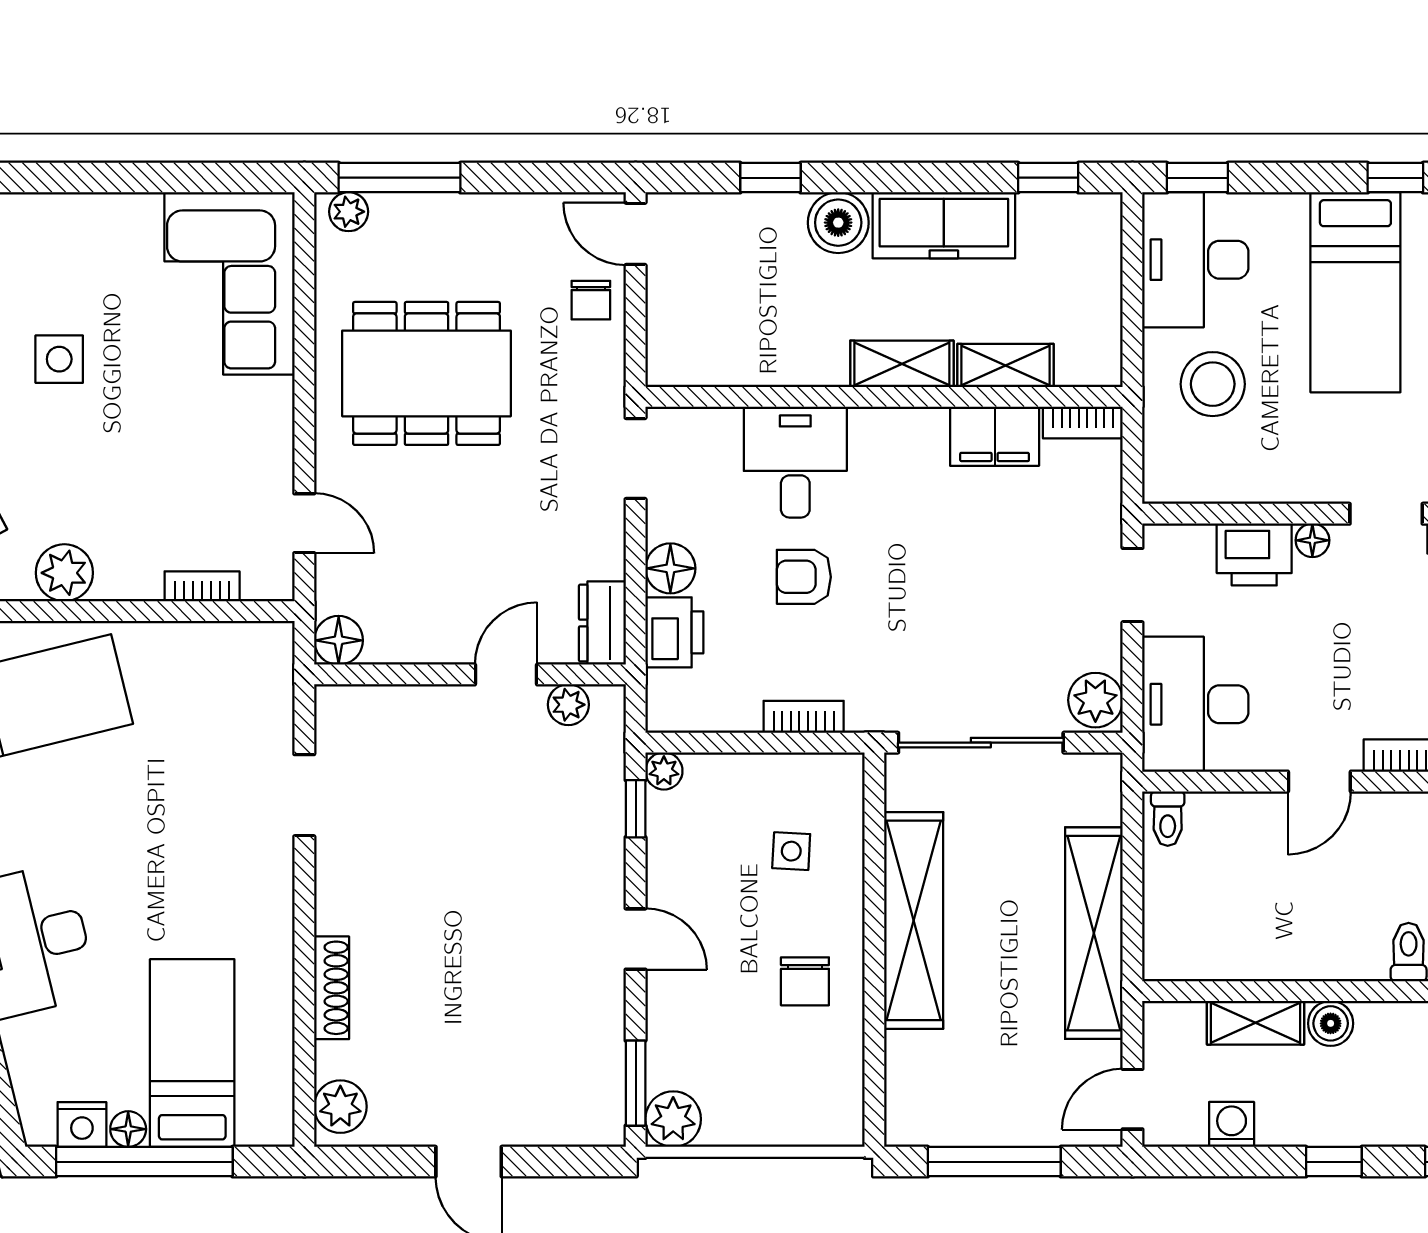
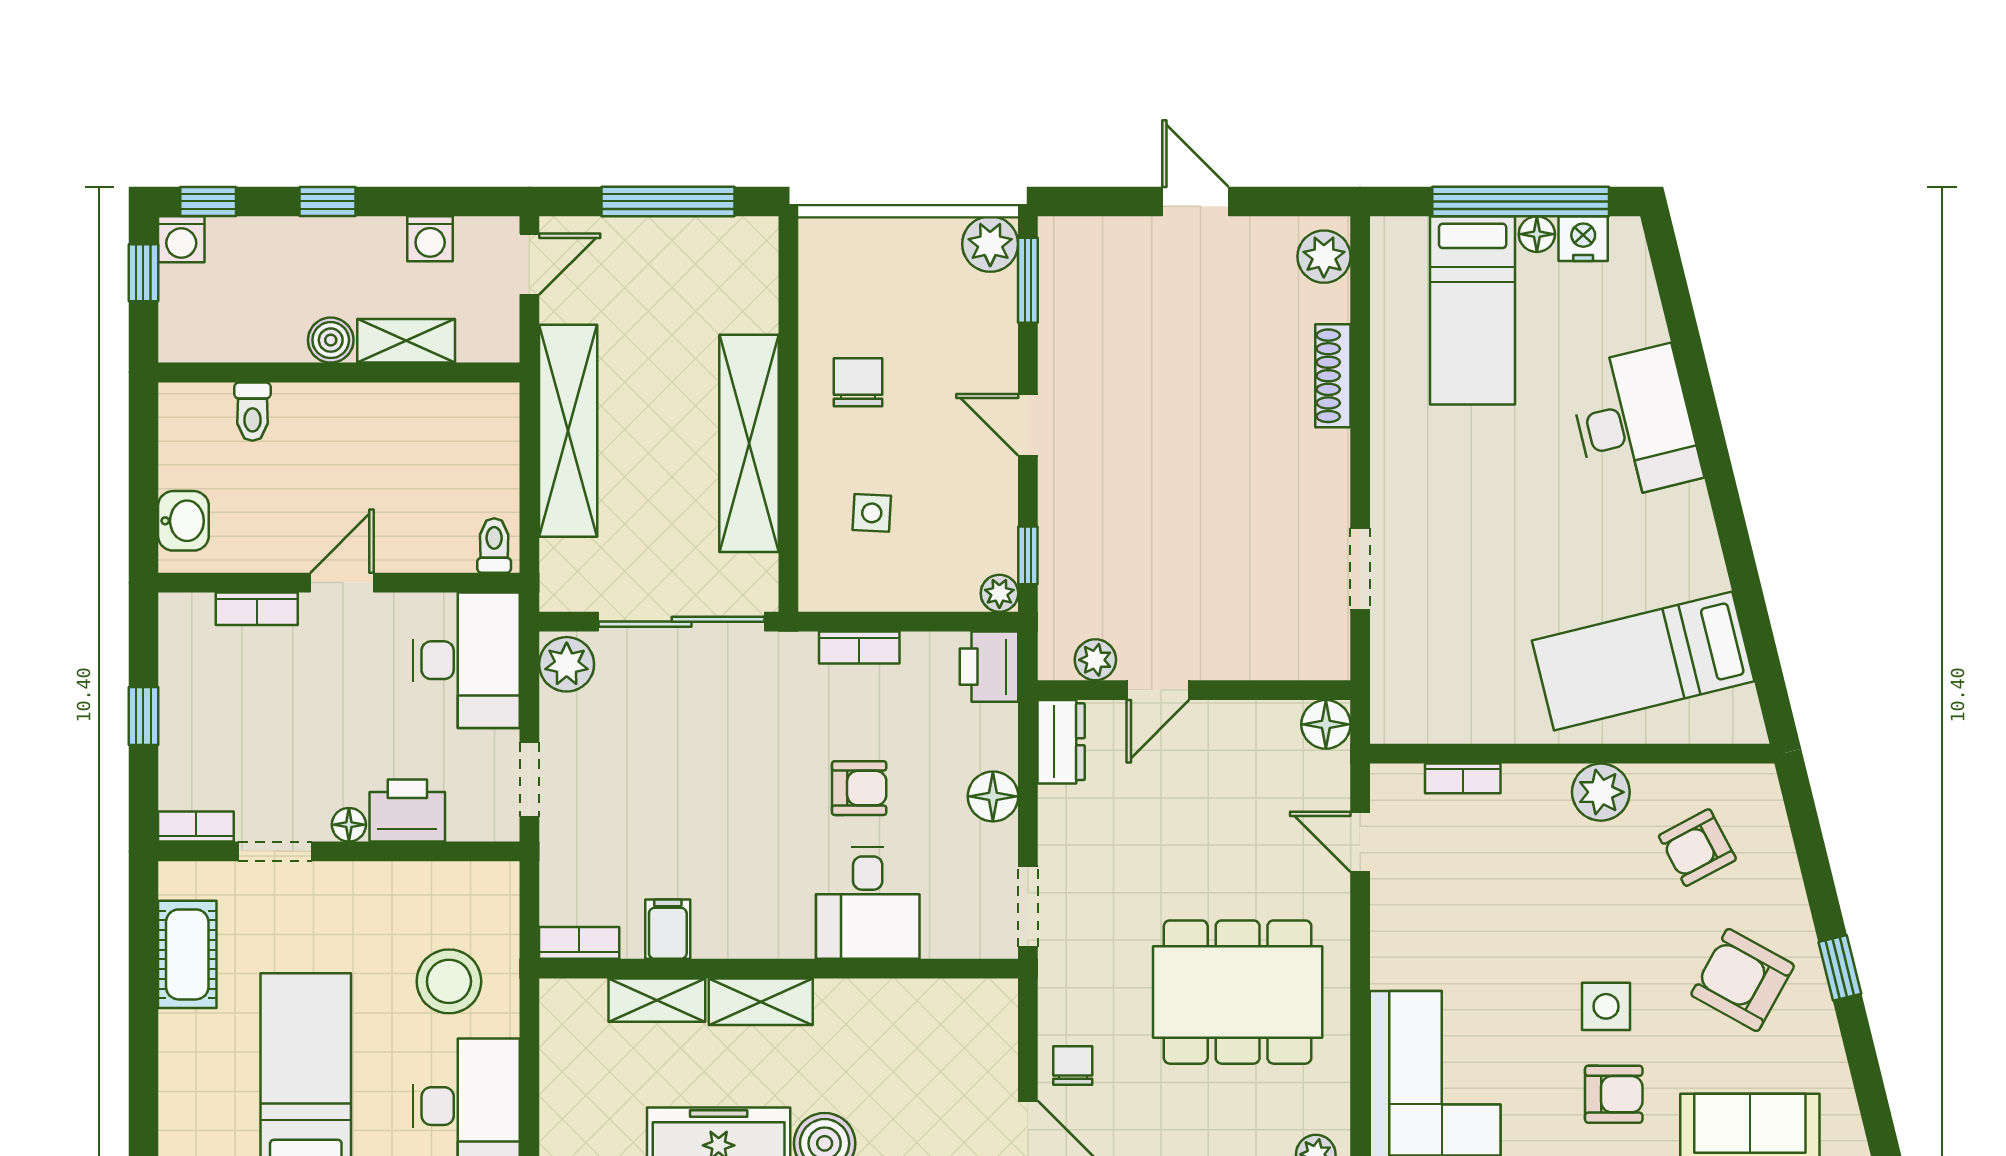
armchair: (52, 272) -> (1614, 1094), added
filing cabinet: (995, 436) -> (668, 929), width x0.50
printer: (674, 632) -> (989, 667), moved

